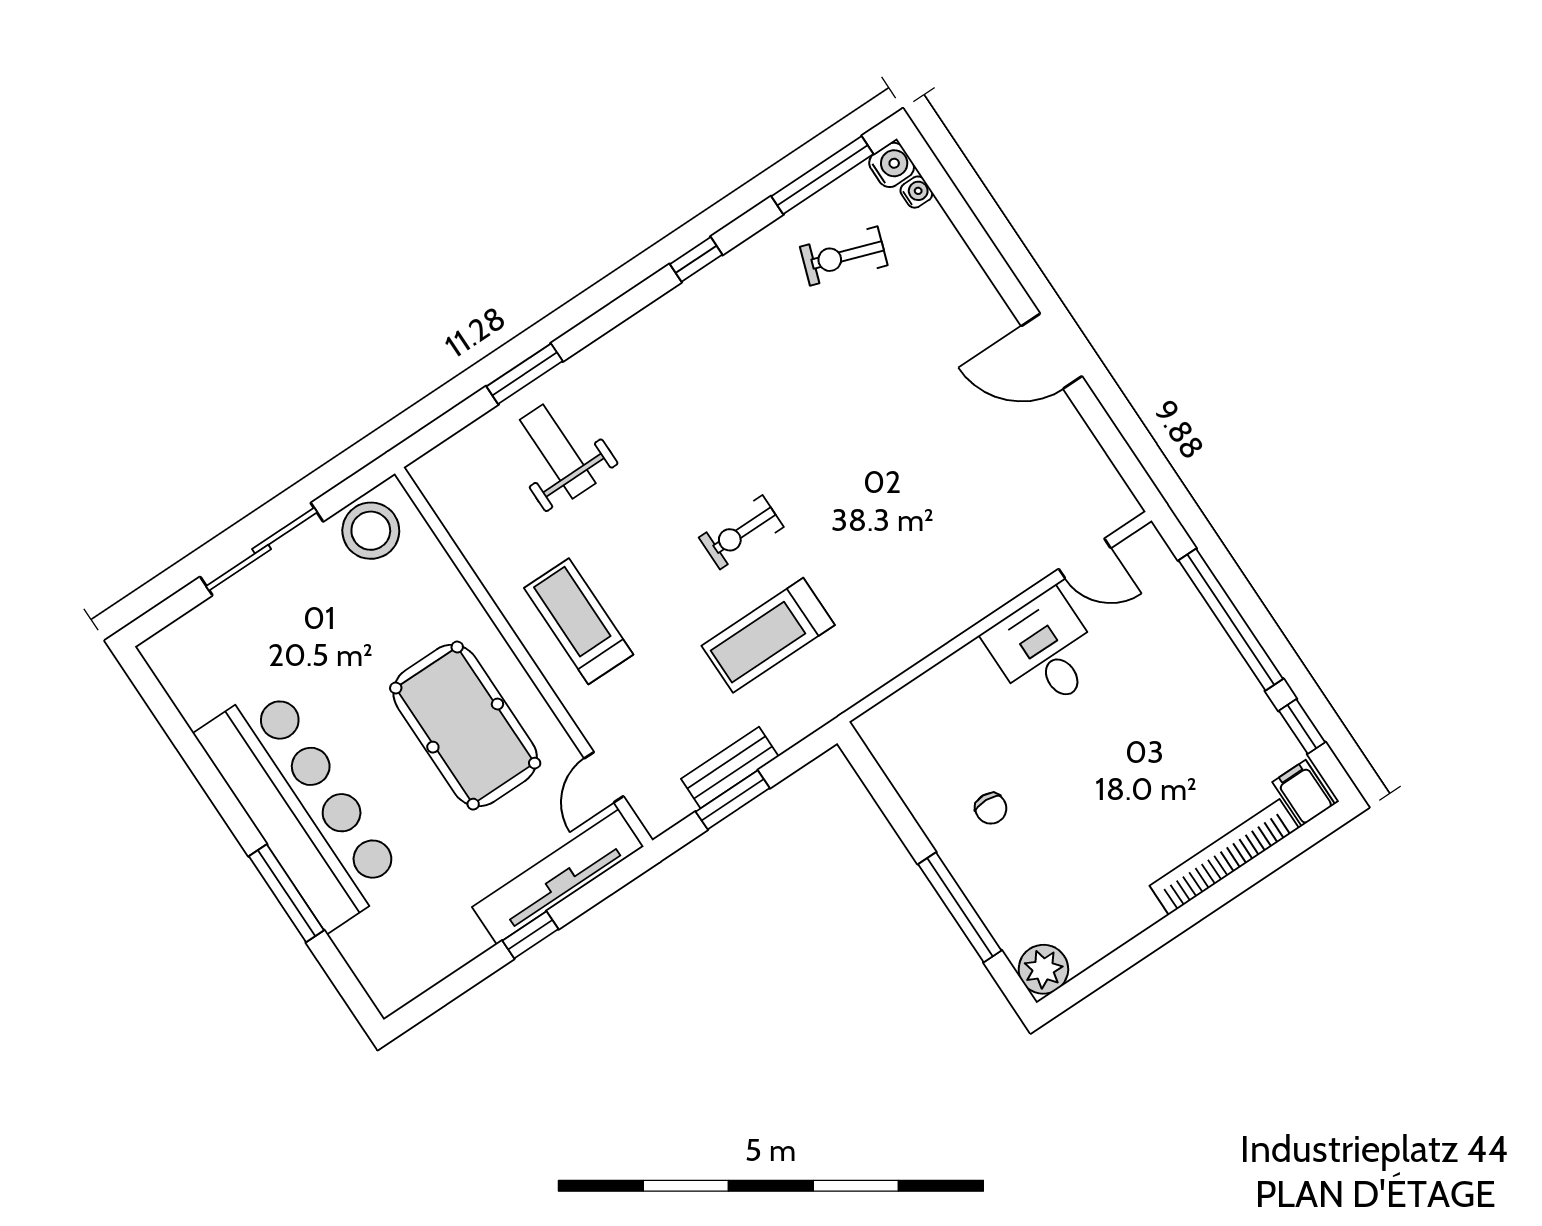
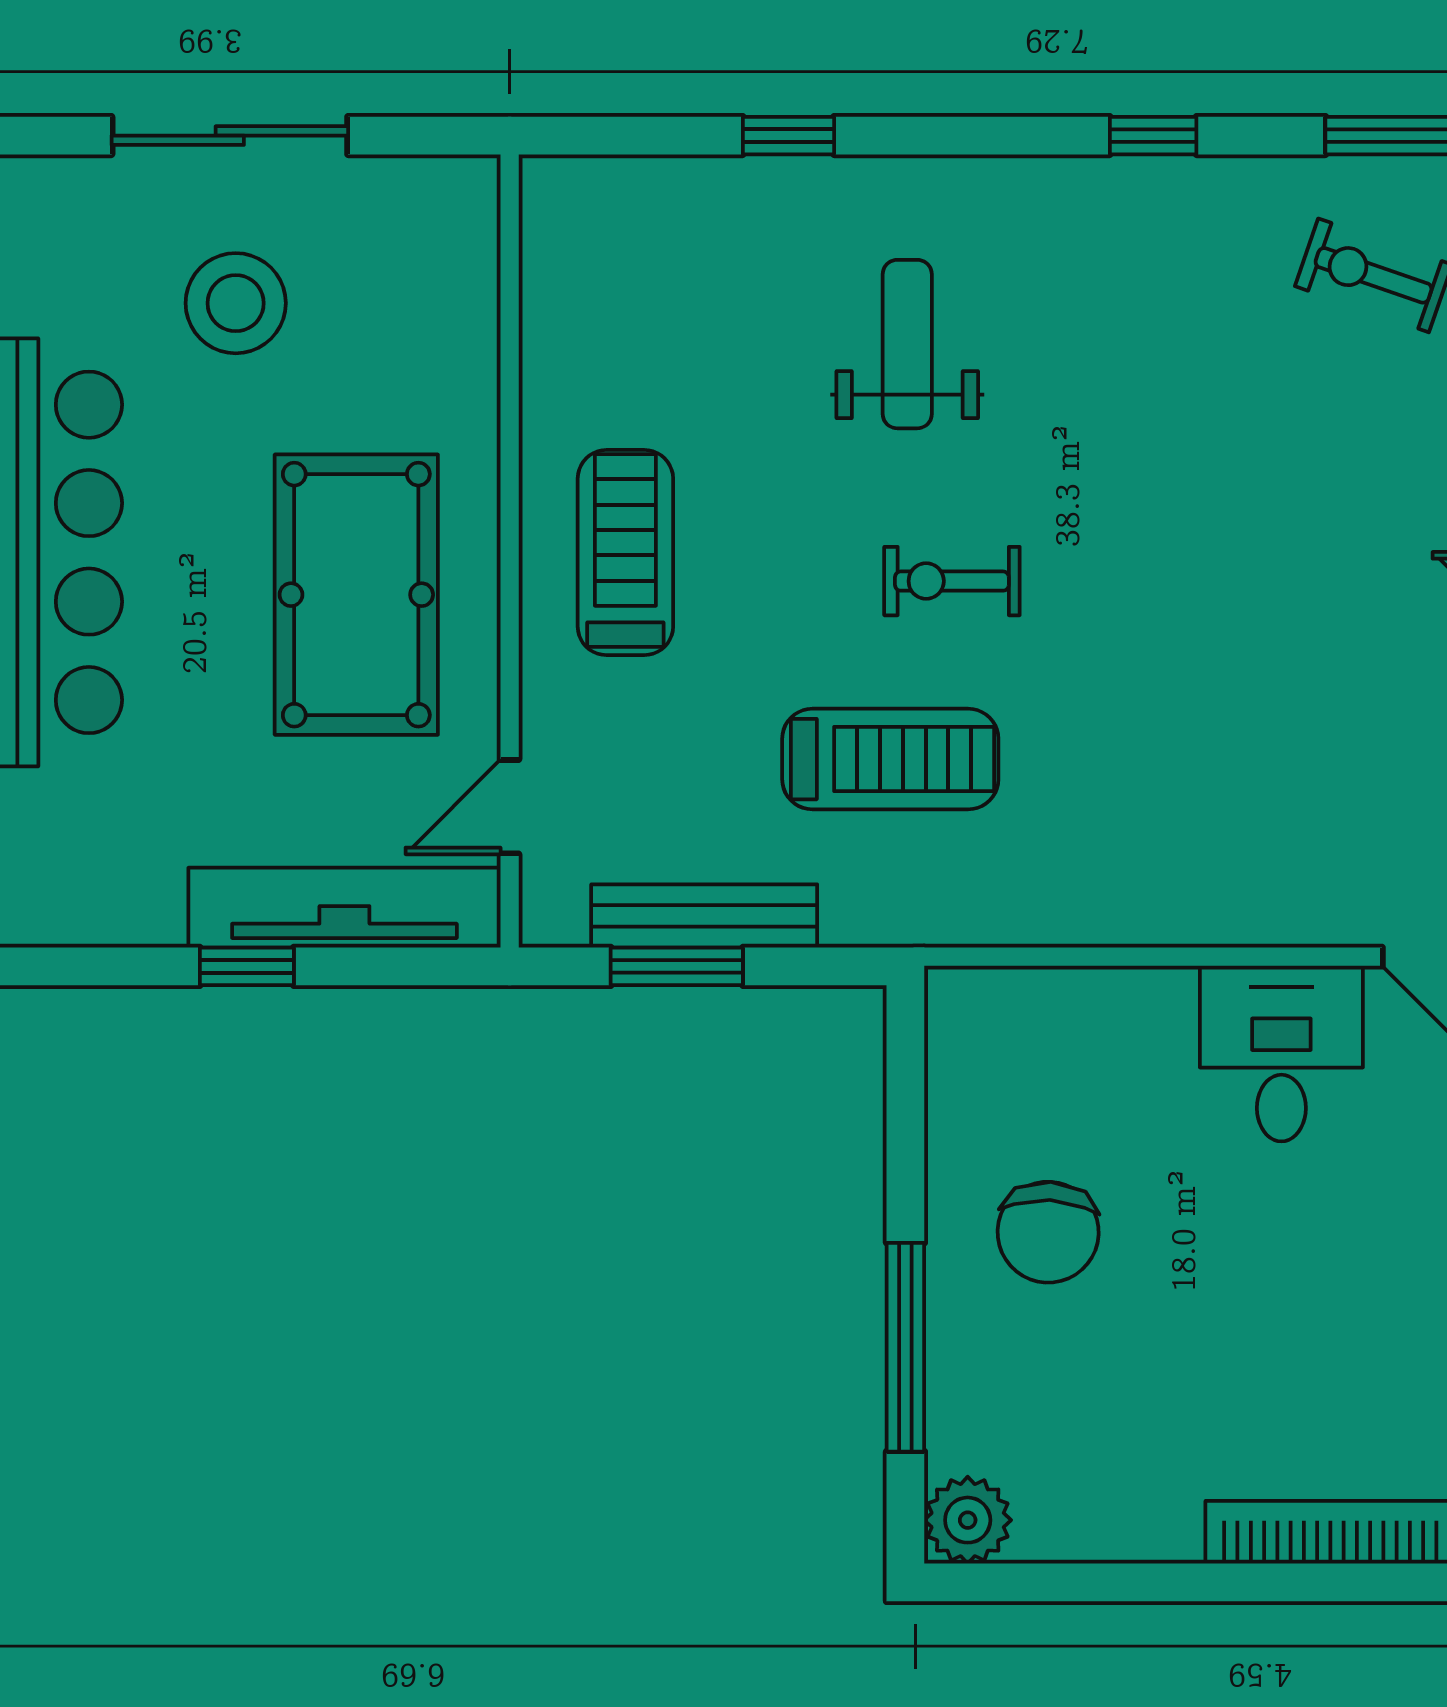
window: (524, 374) -> (788, 136), width x0.67
weight bench: (558, 451) -> (907, 344), moved
stool: (371, 531) -> (236, 303), moved
treadmill: (768, 635) -> (890, 759), turned 180
bench: (730, 768) -> (704, 916), width x1.36
chair: (991, 808) -> (1048, 1232), width x1.87, depth x1.87

